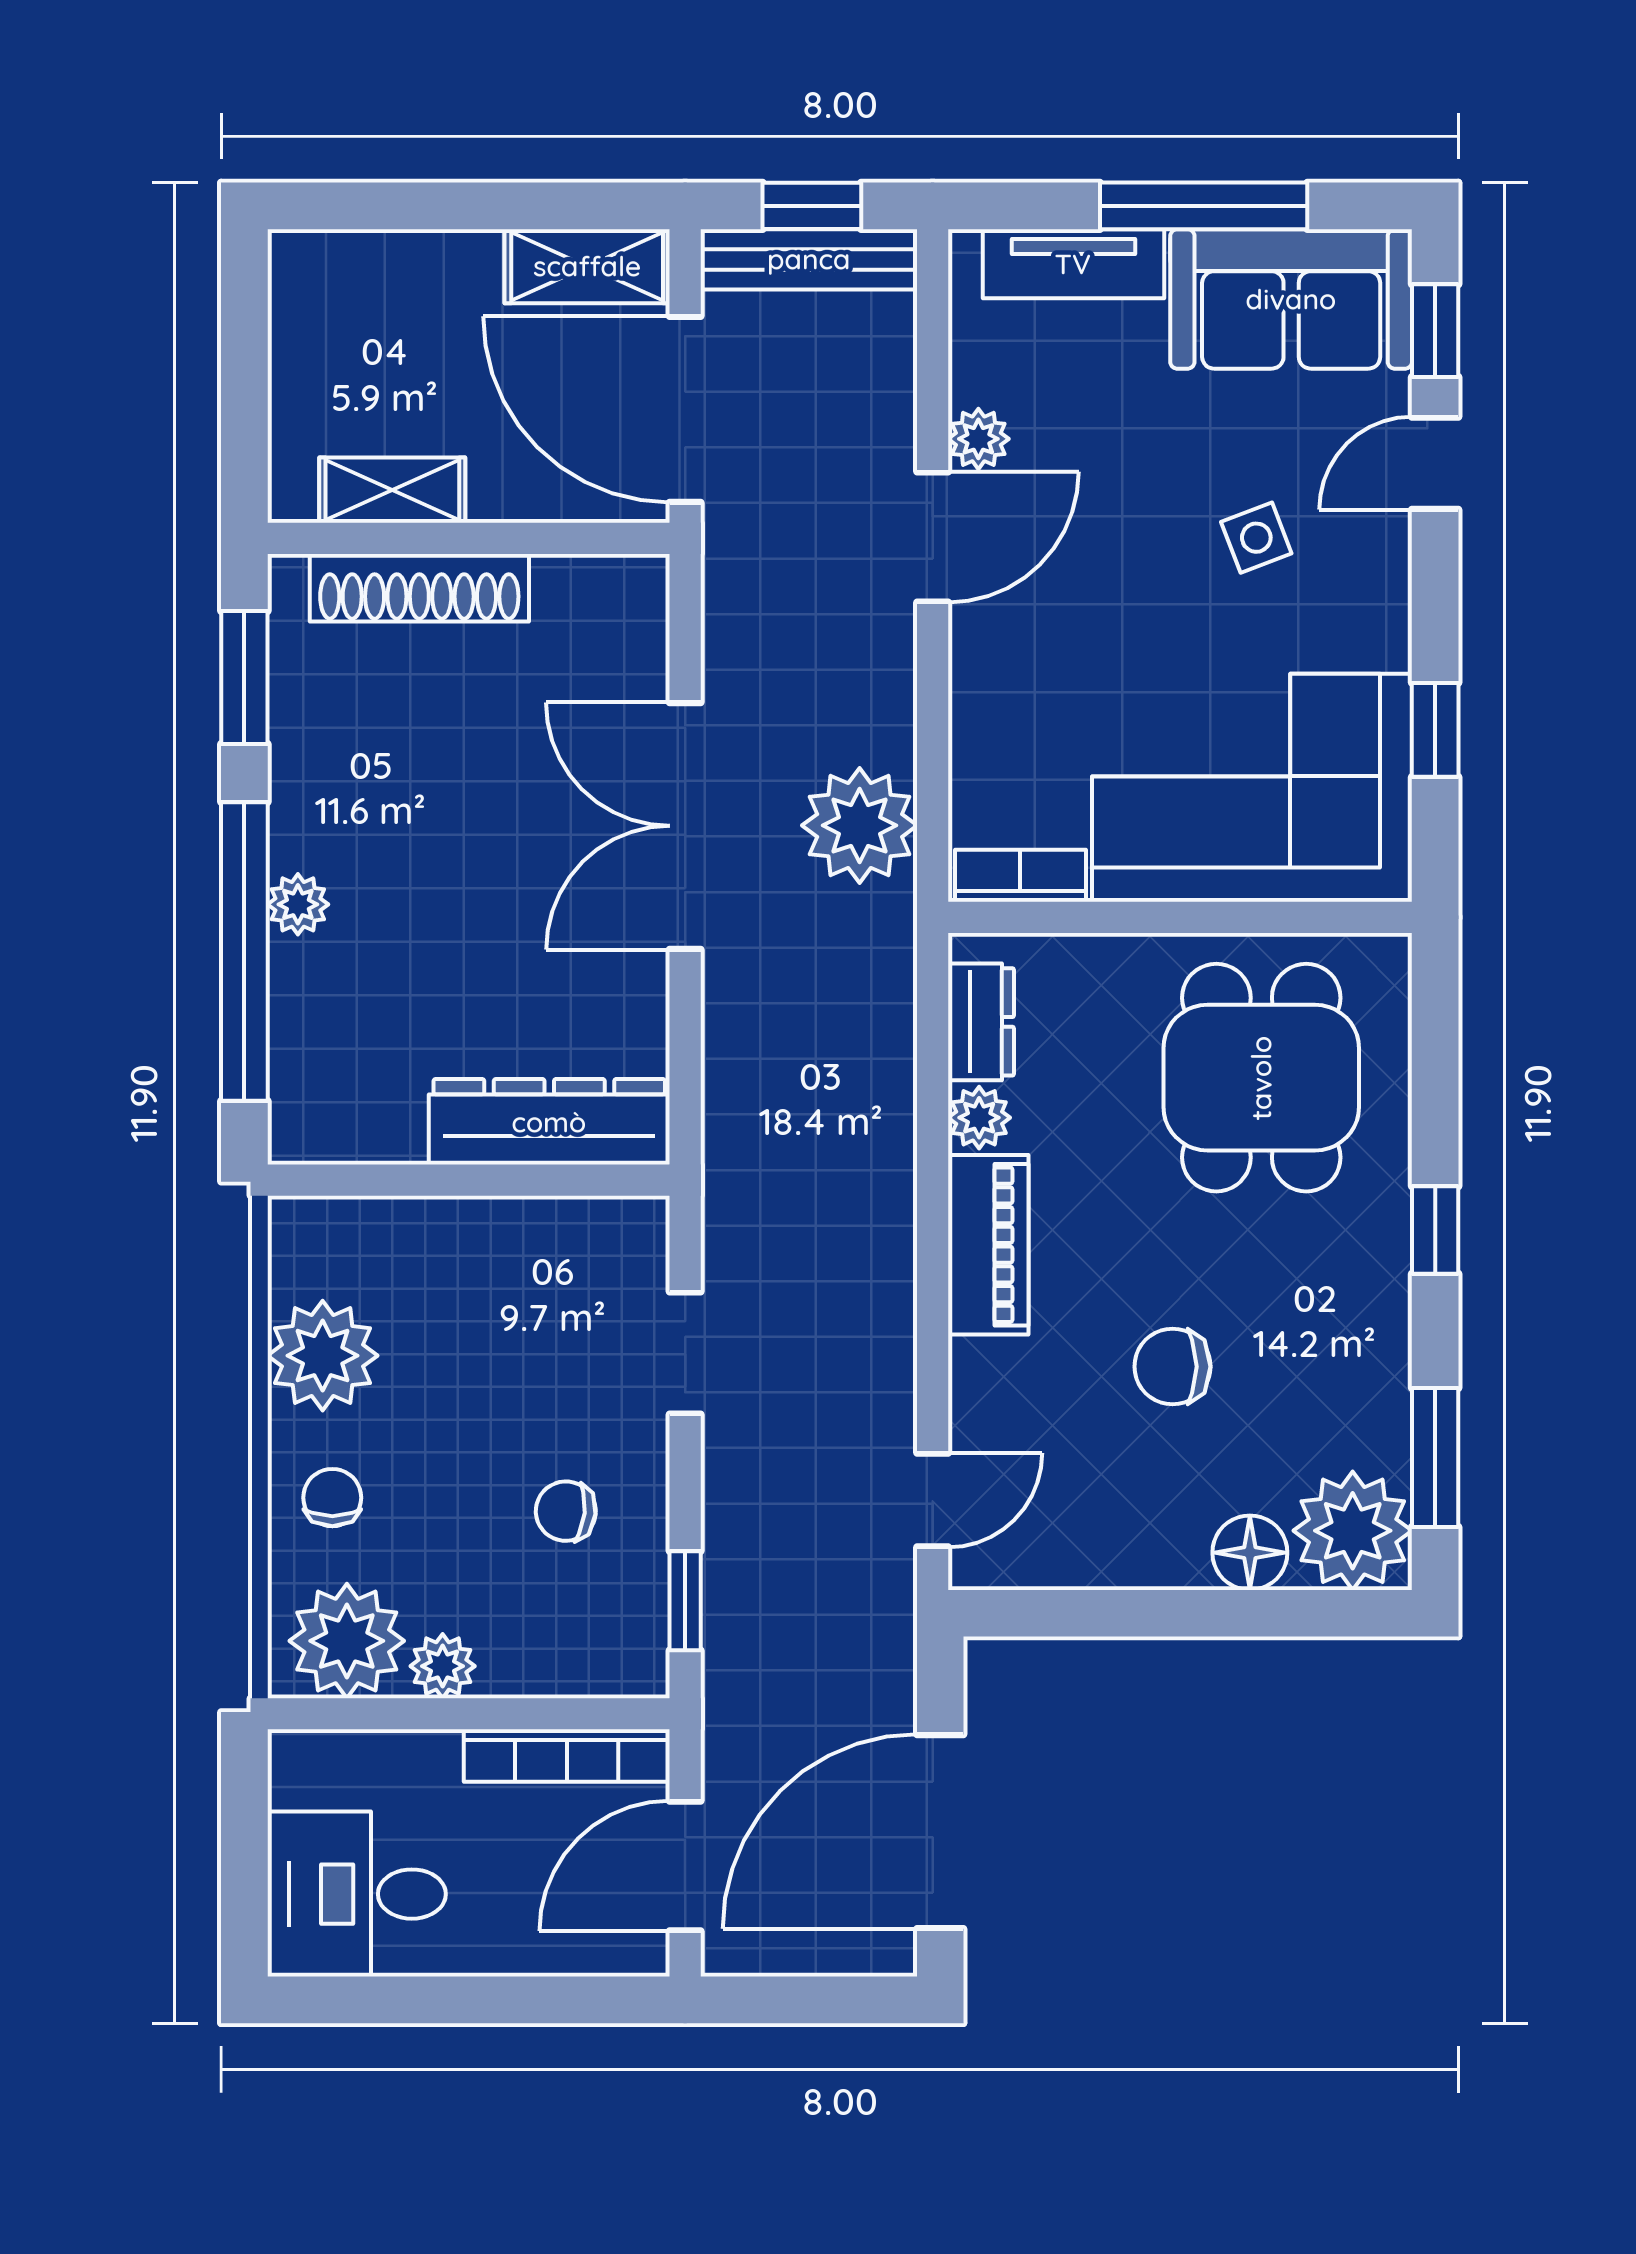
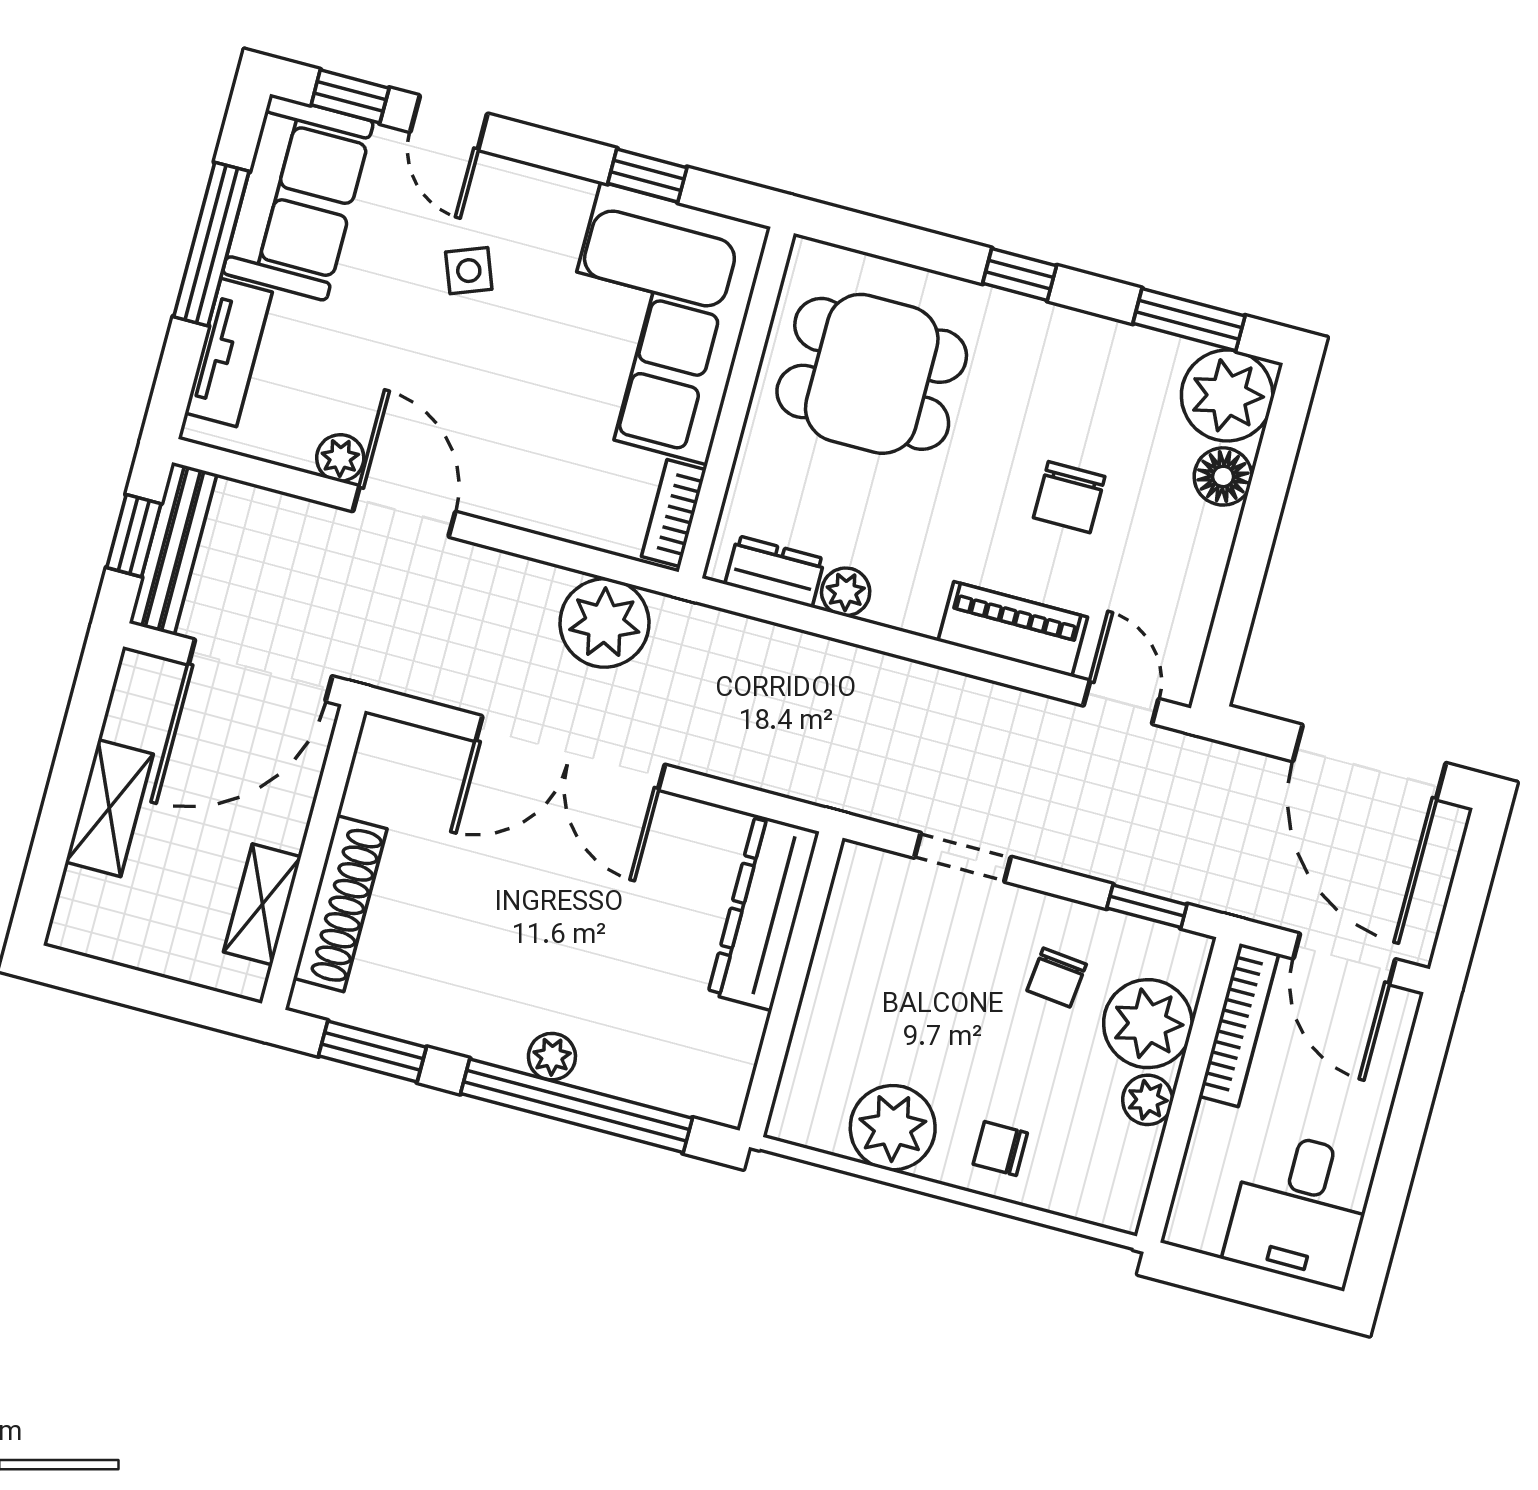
shelving: (587, 266) -> (109, 808), moved
piano: (988, 1245) -> (1013, 629), moved
plant: (347, 1641) -> (1148, 1024), moved

